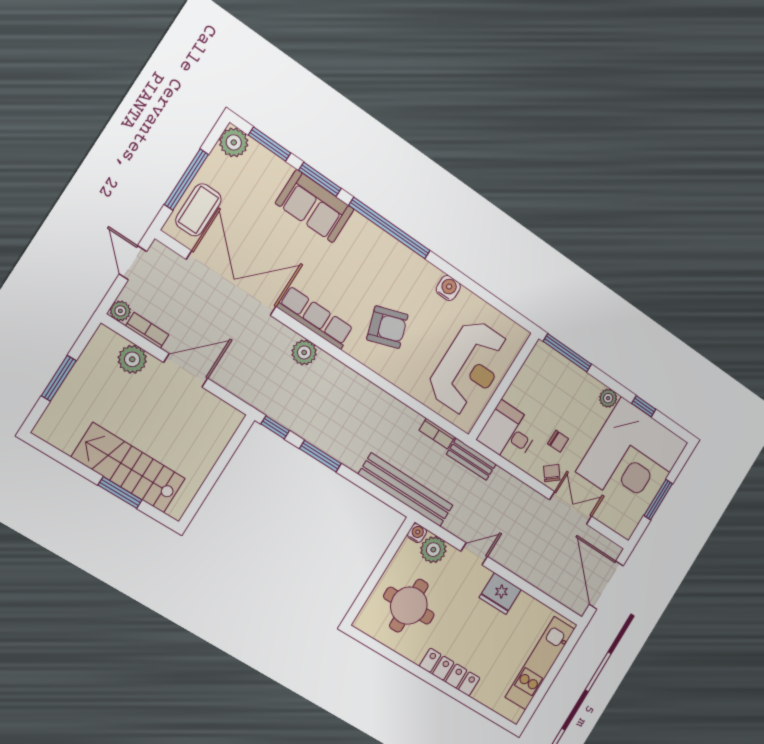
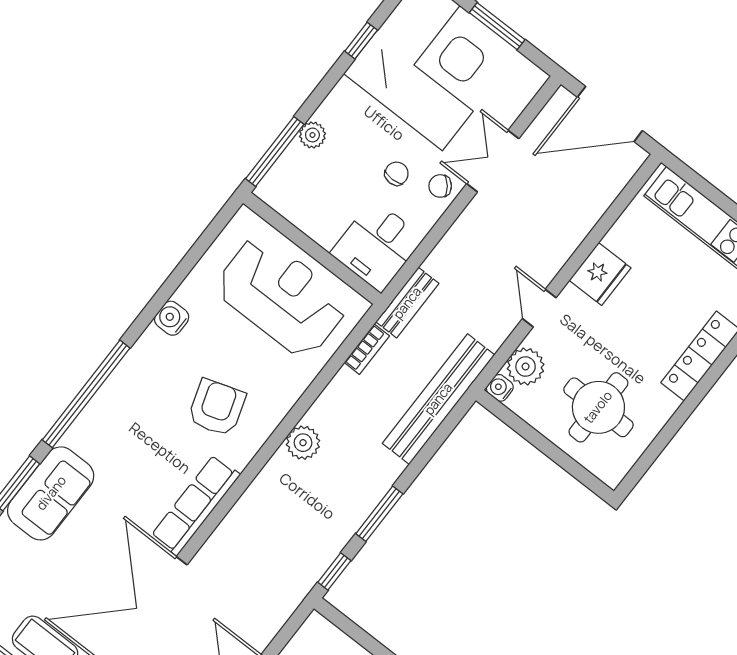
plant: (304, 352) -> (303, 443), moved
plant: (608, 398) -> (312, 135), moved

